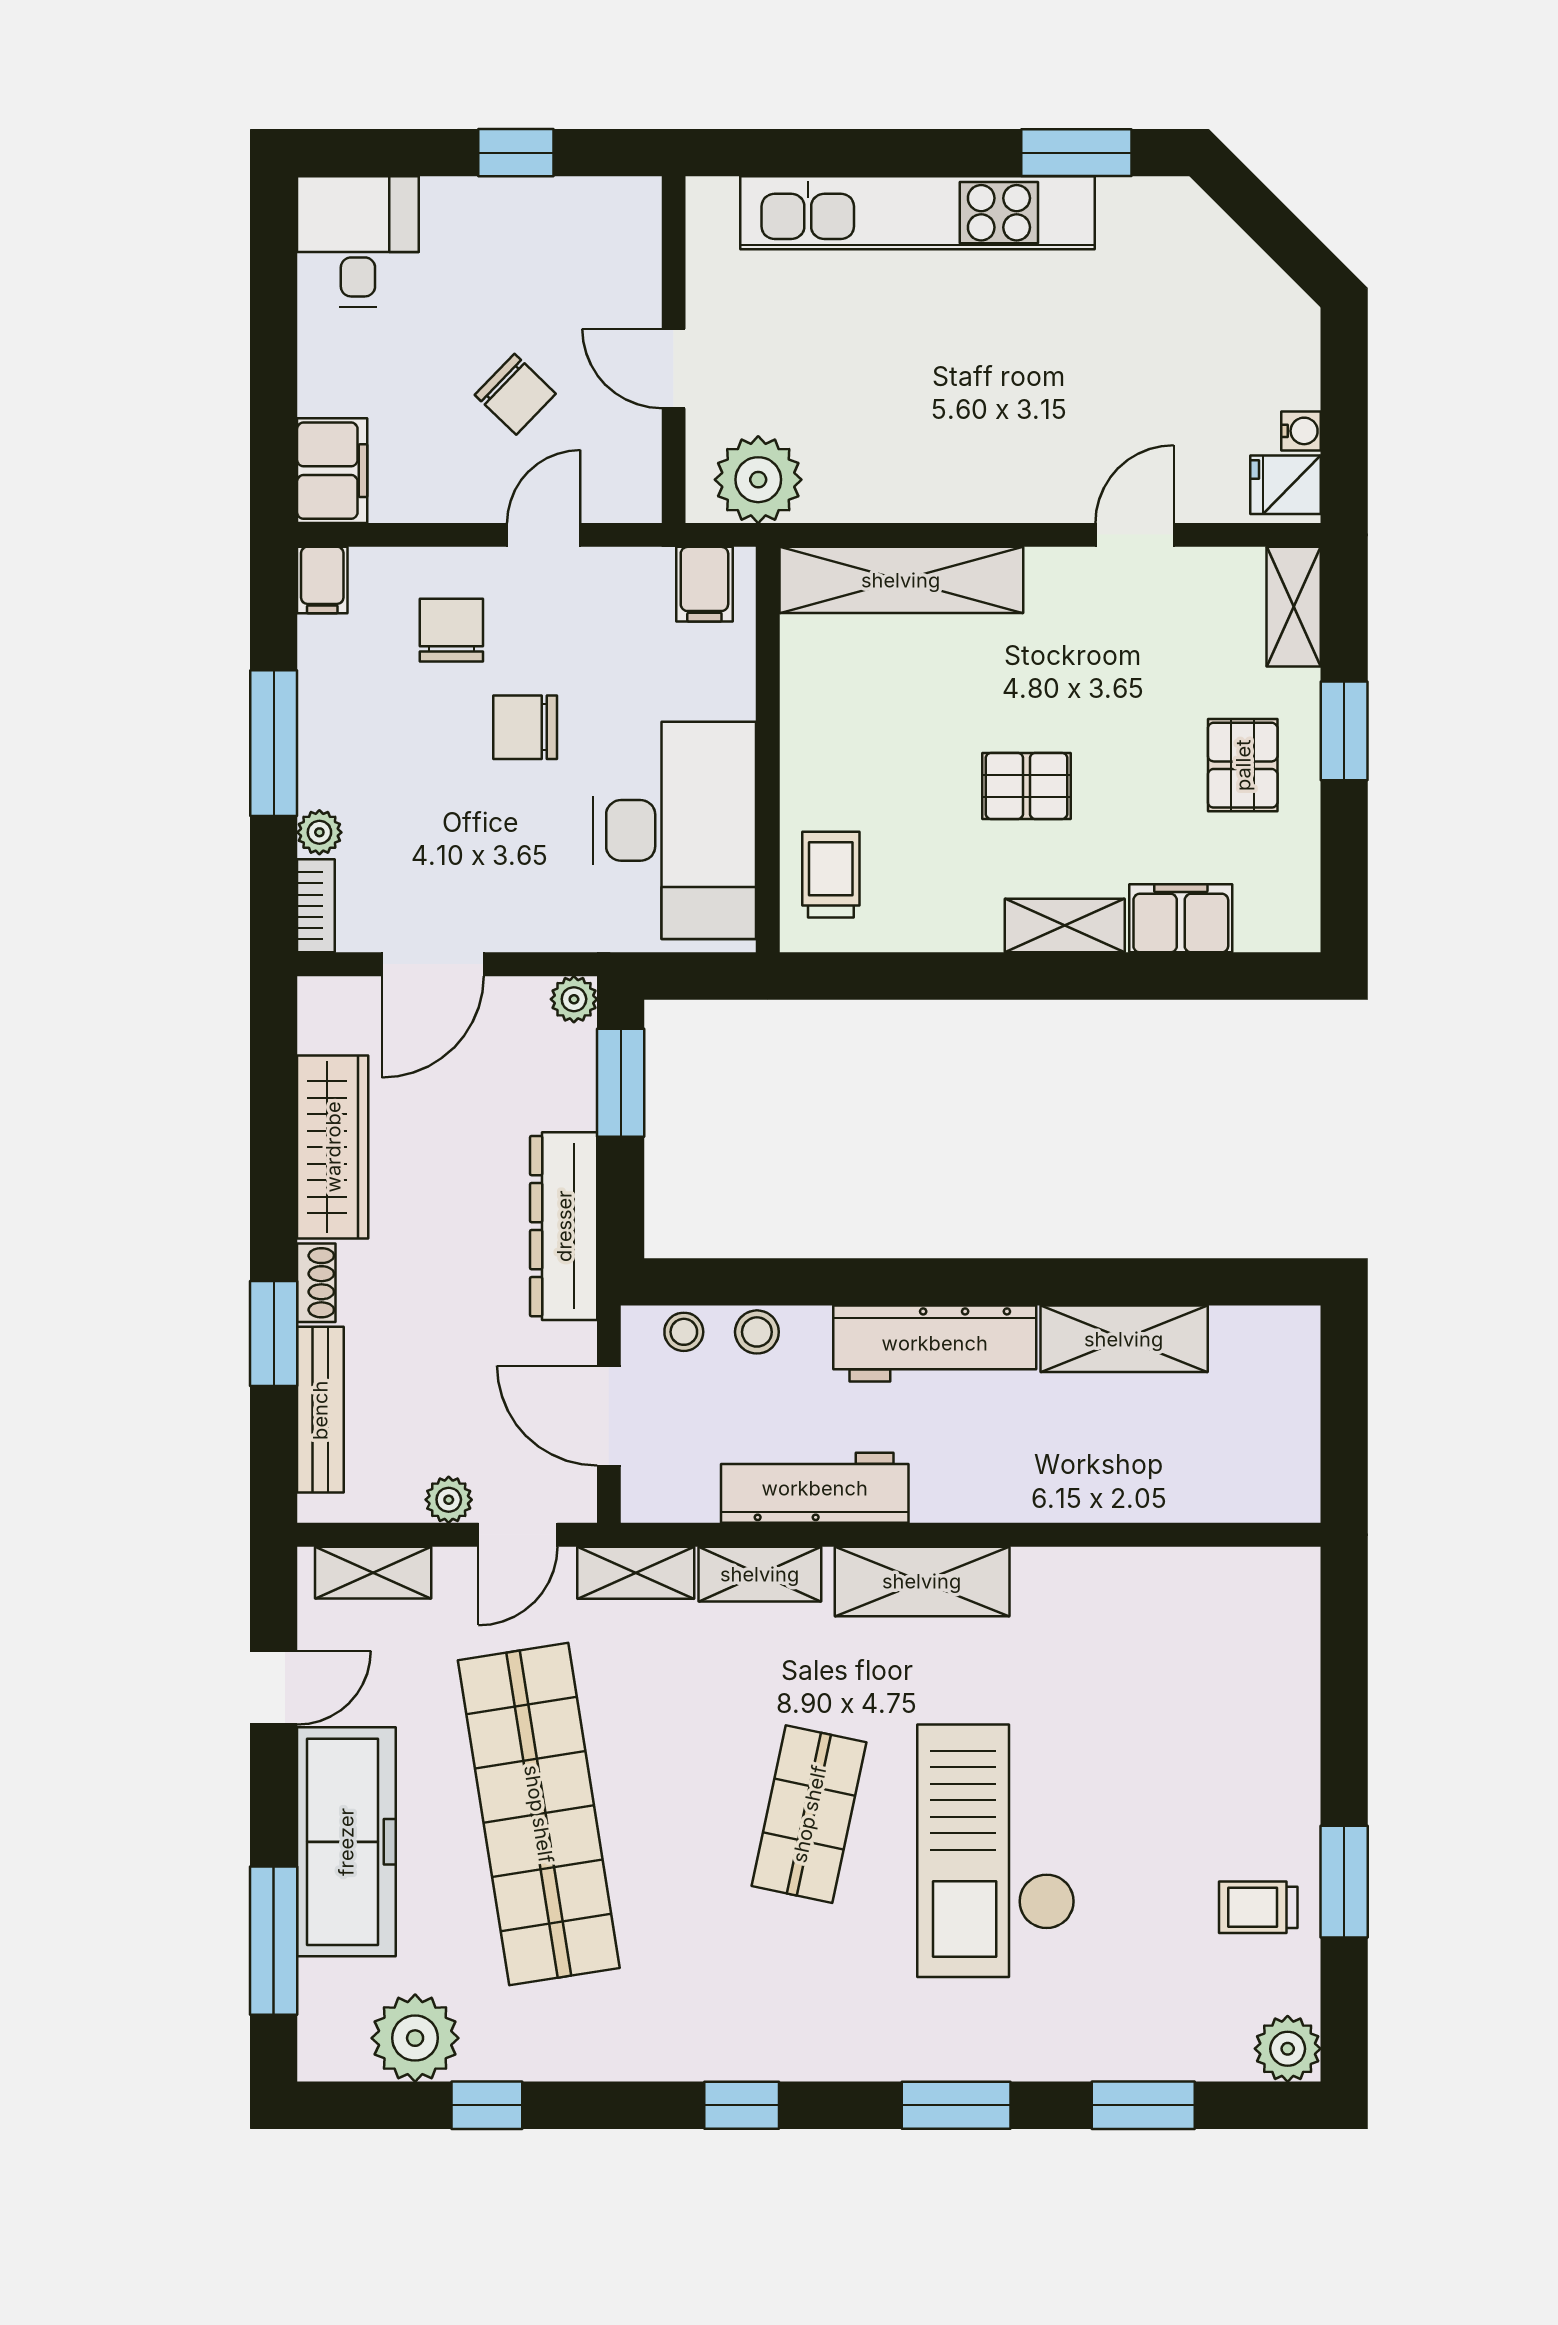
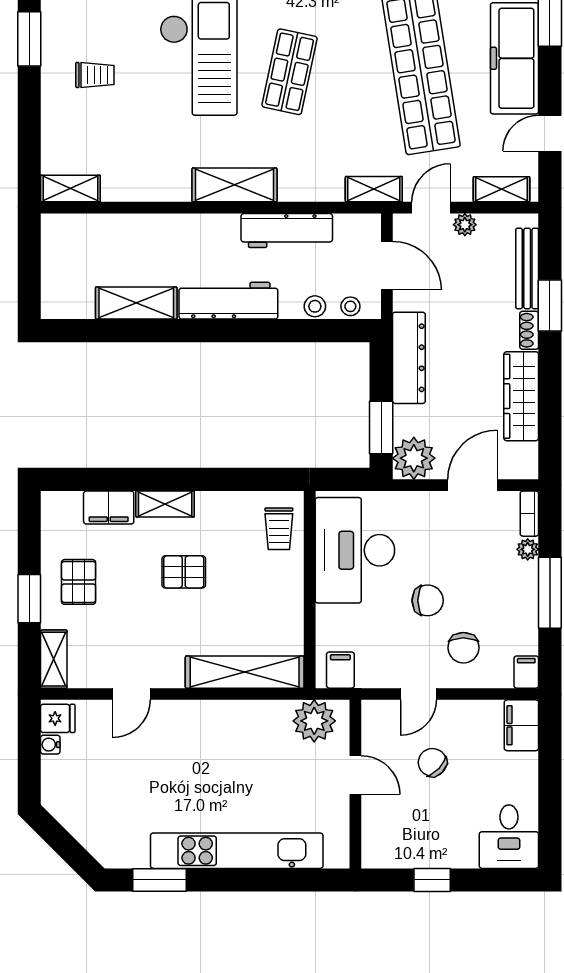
plant: (574, 999) -> (414, 458), width x1.87, depth x1.87
shelving: (760, 1574) -> (70, 189), moved
trolley: (1258, 1907) -> (95, 75), moved

